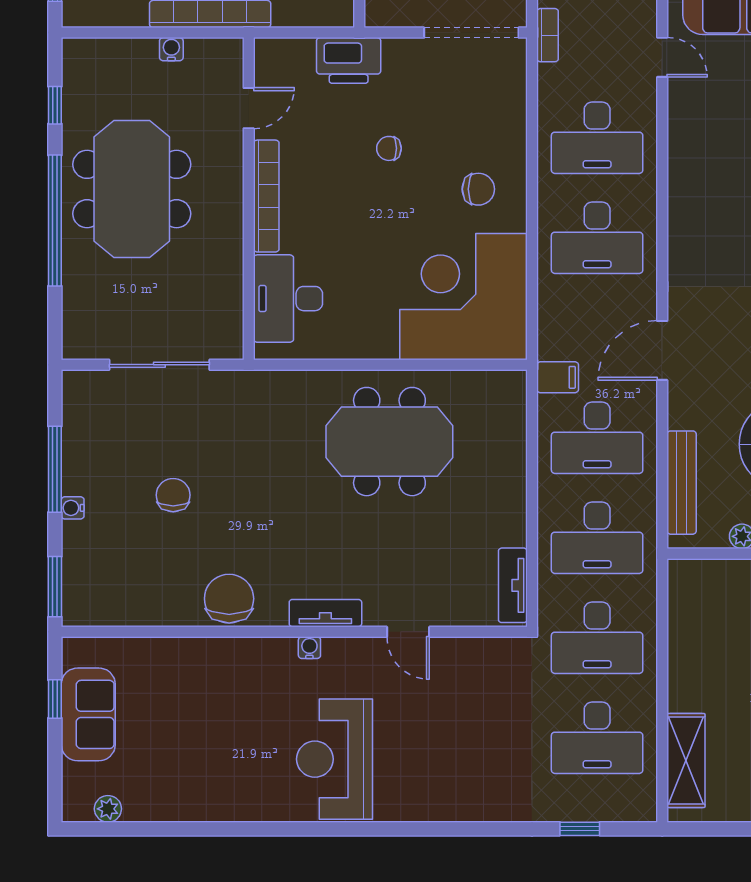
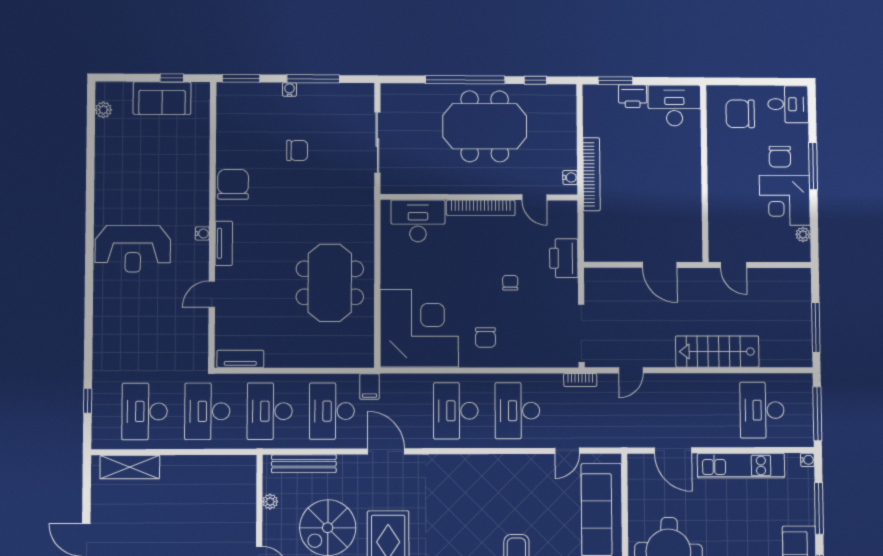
water cooler: (171, 49) -> (570, 177), moved
chair: (229, 599) -> (233, 184), turned -90
reception desk: (335, 759) -> (133, 249), turned 180

